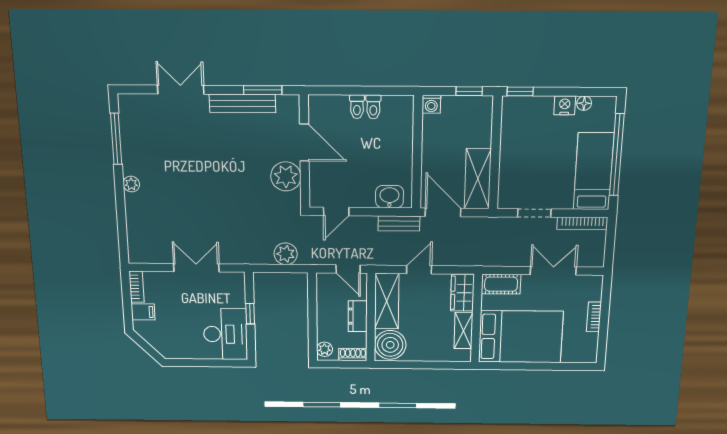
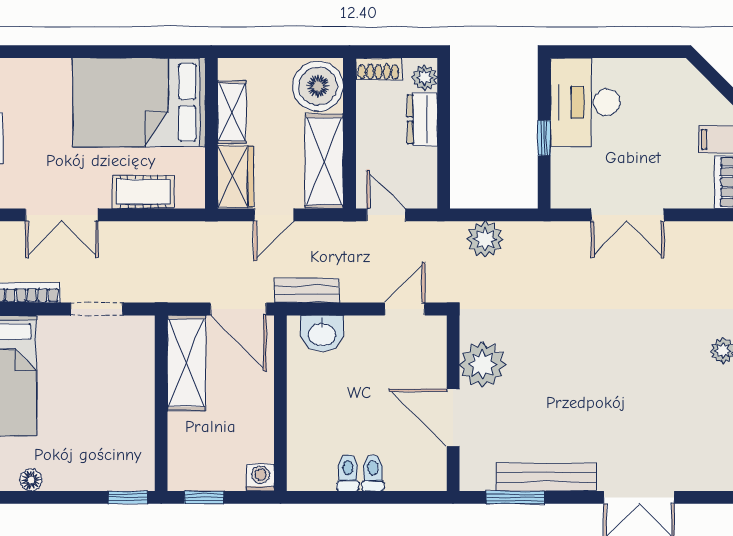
nightstand: (565, 105) -> (60, 477), removed
wardrobe: (462, 293) -> (235, 177), moved
dresser: (358, 316) -> (422, 119), moved, turned 180
wall: (476, 318) -> (211, 133), moved
shelving: (463, 331) -> (232, 112), moved
bed: (521, 337) -> (139, 102), moved

